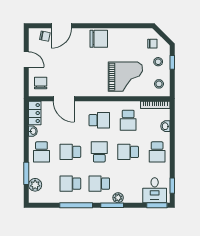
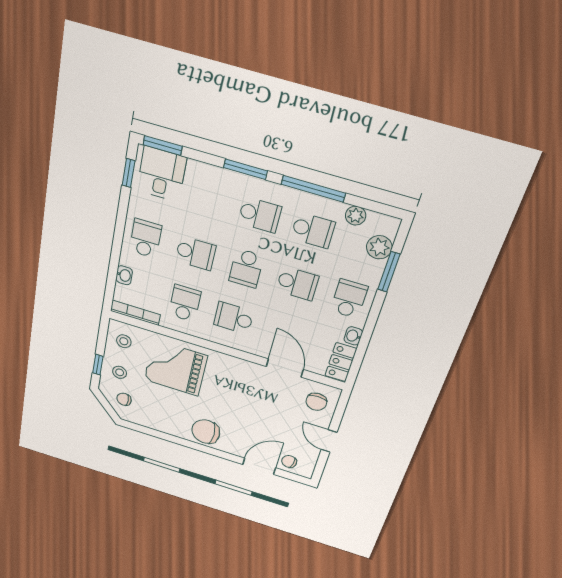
plant: (118, 198) -> (356, 216), moved

